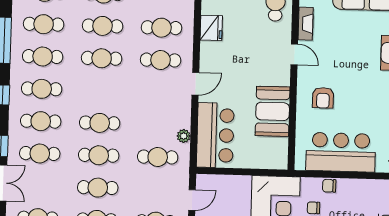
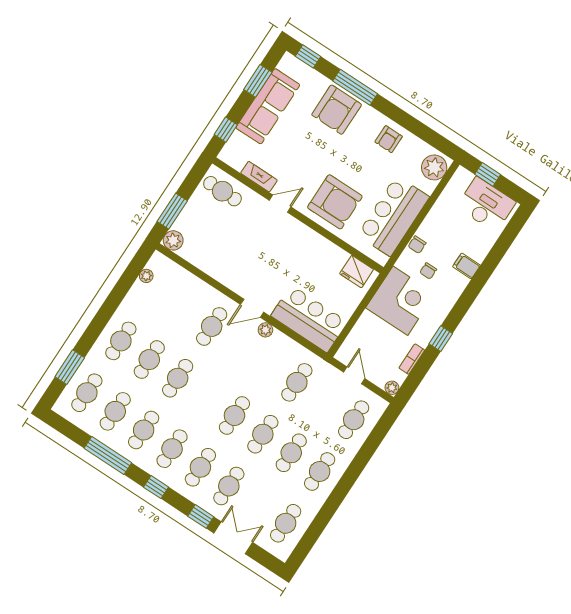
cafe table: (162, 28) -> (183, 308), removed
fridge: (211, 28) -> (357, 272), moved, turned 180
door: (195, 84) -> (252, 308), swing flipped
armchair: (323, 98) -> (335, 202), width x1.88, depth x1.88
booth: (273, 111) -> (319, 254), removed
plant: (184, 136) -> (265, 330), moved

